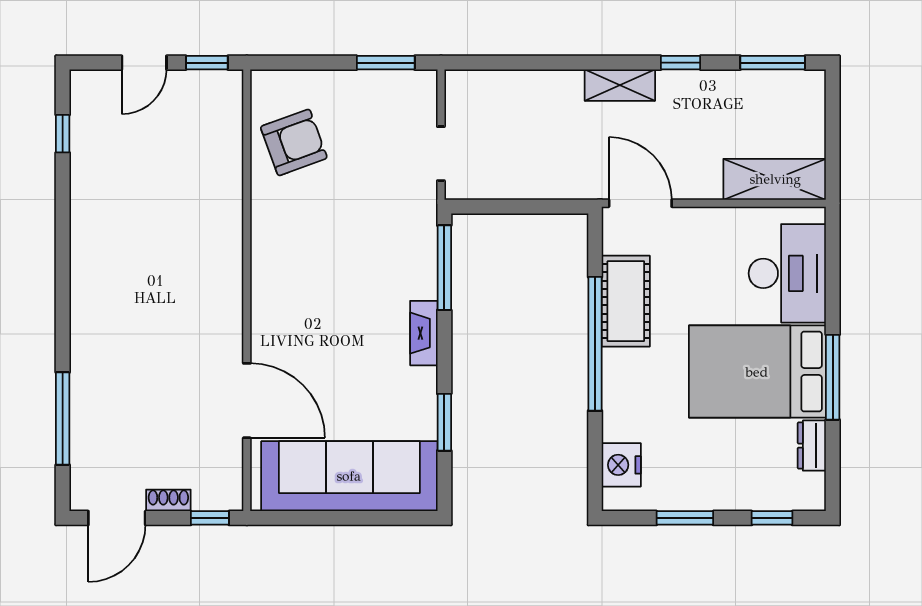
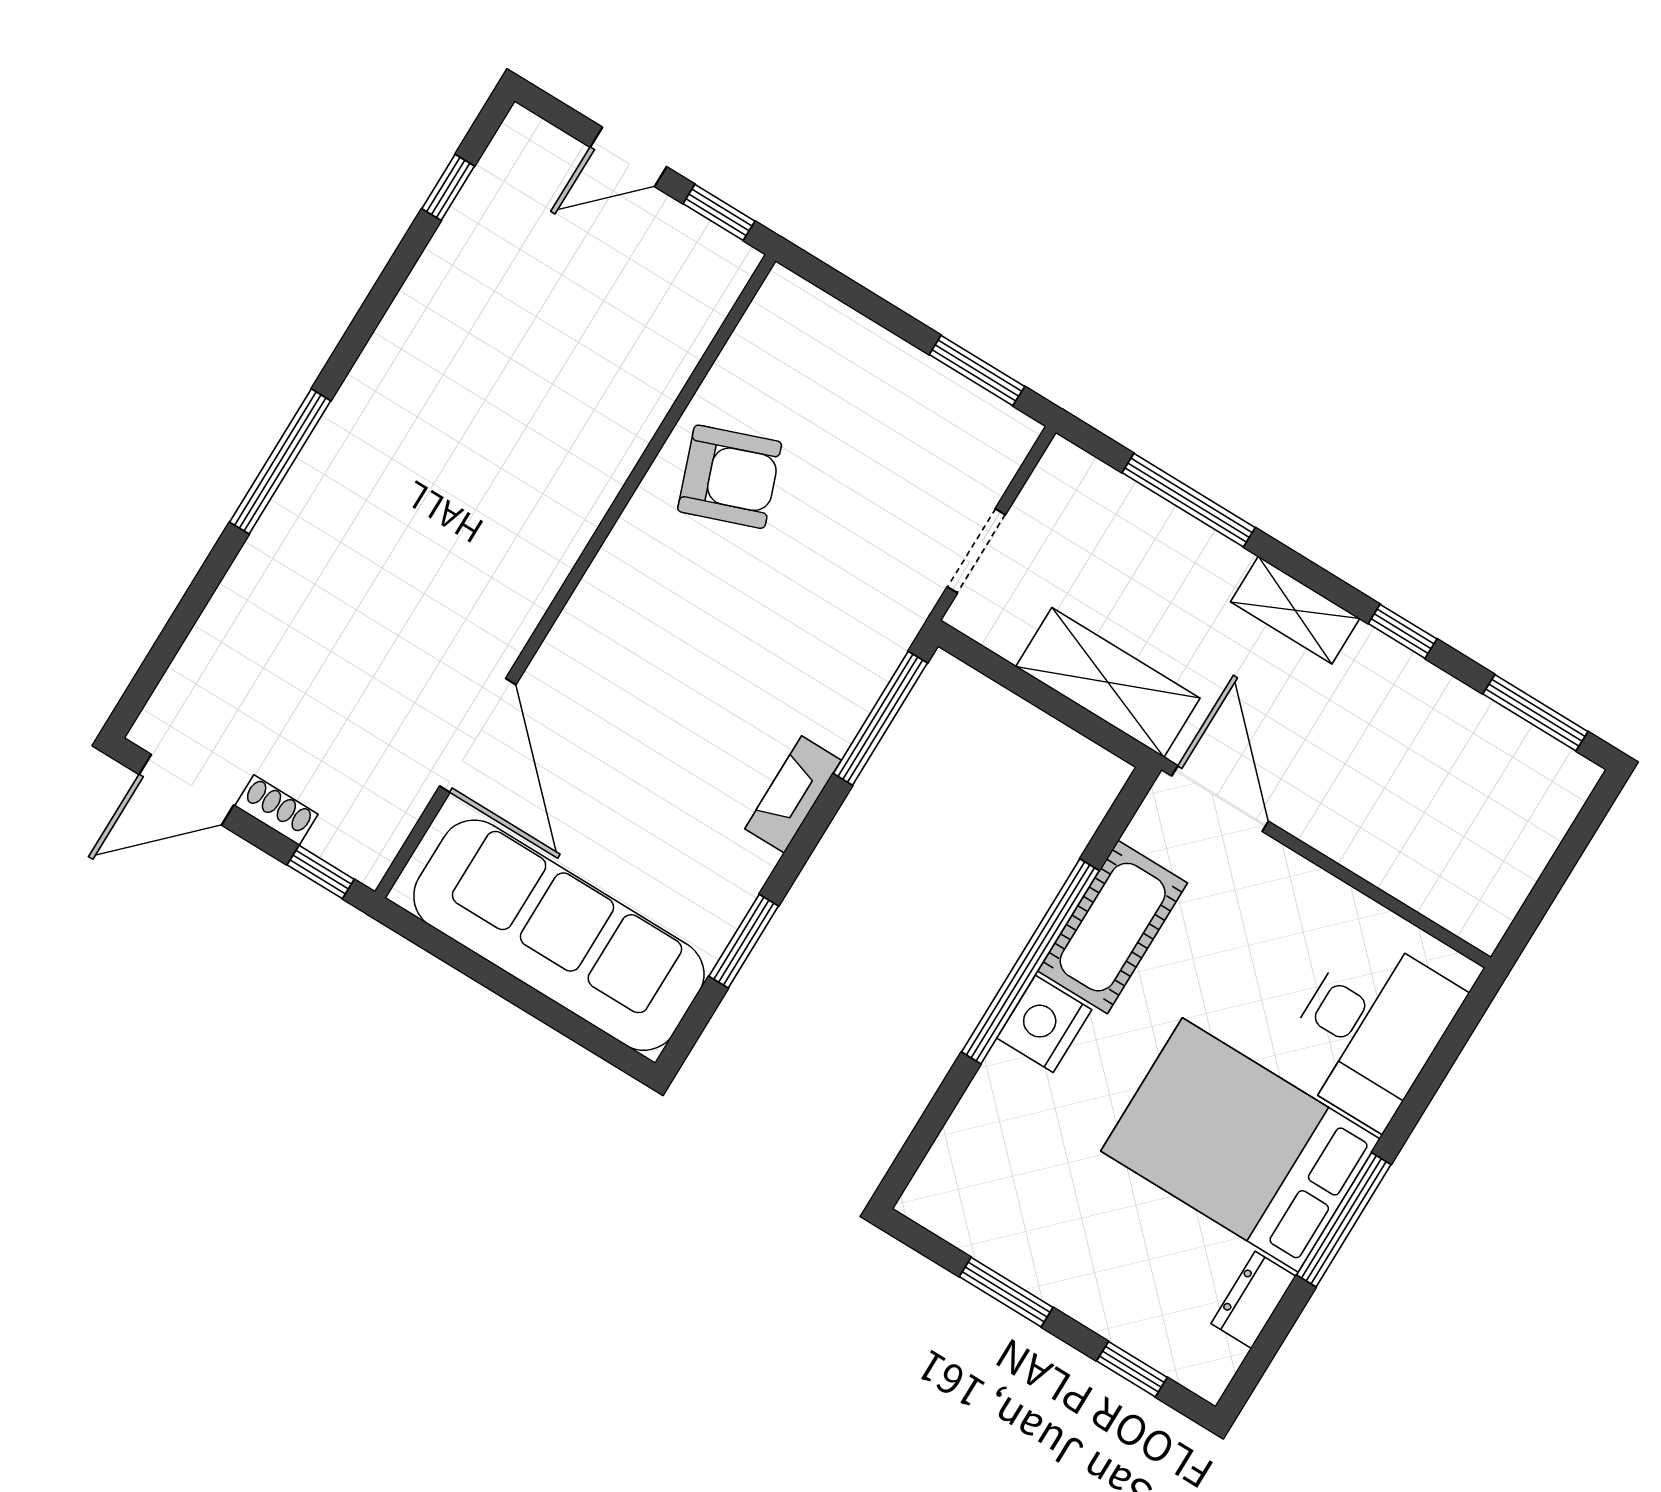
window: (532, 63) -> (1189, 500), added
armchair: (294, 142) -> (730, 477), moved
shelving: (775, 179) -> (1108, 682), moved
window: (63, 419) -> (280, 461), moved
nightstand: (621, 465) -> (1044, 1024), moved

